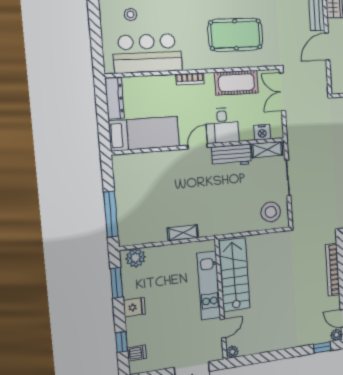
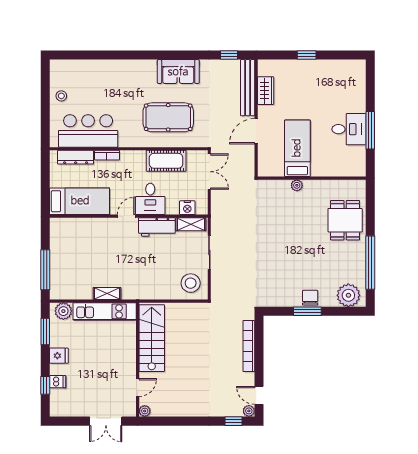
stool: (131, 14) -> (61, 96), moved
bookcase: (190, 79) -> (107, 155), moved
double door: (282, 92) -> (209, 172), swing flipped
dresser: (115, 98) -> (76, 157), moved, turned 90
kitchen unit: (209, 286) -> (105, 311), moved, turned -90
dishwasher: (137, 353) -> (58, 382), moved

